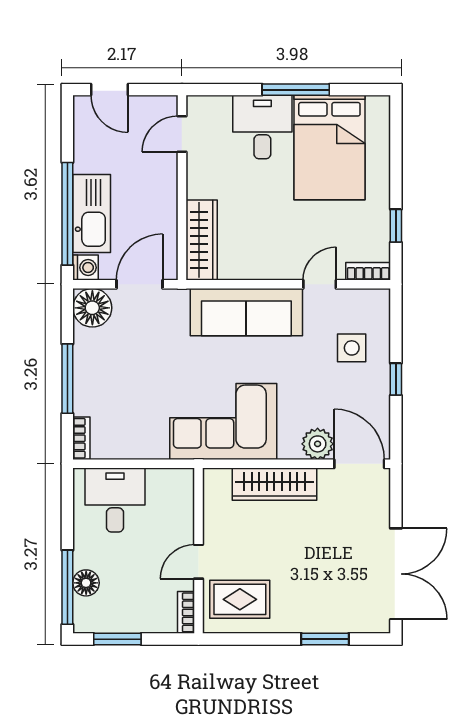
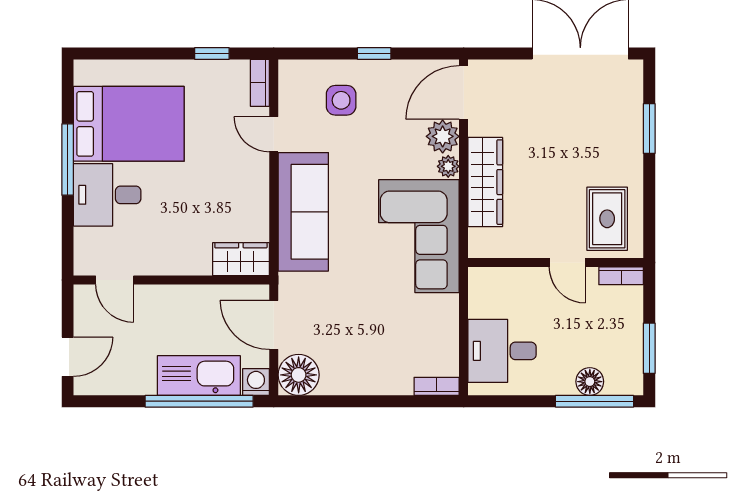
wardrobe: (202, 240) -> (241, 259), width x0.67
window: (67, 379) -> (374, 401), removed
plant: (289, 449) -> (448, 166), added

